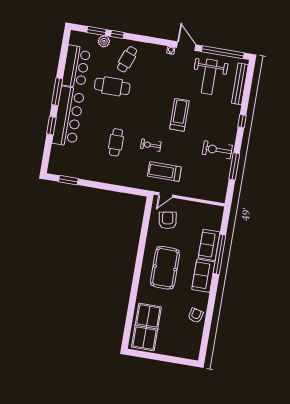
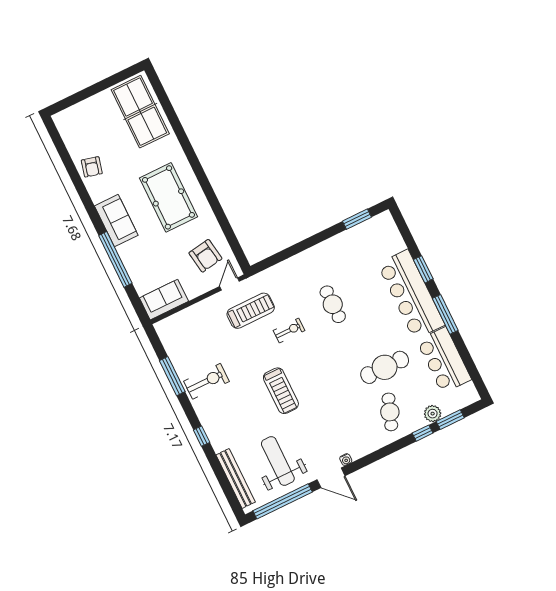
sofa: (209, 245) -> (164, 300), moved, turned -90

